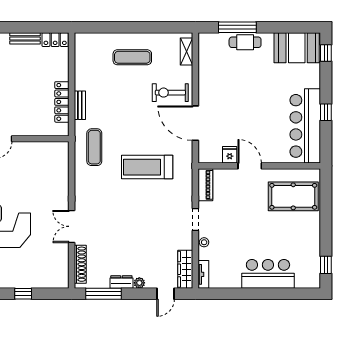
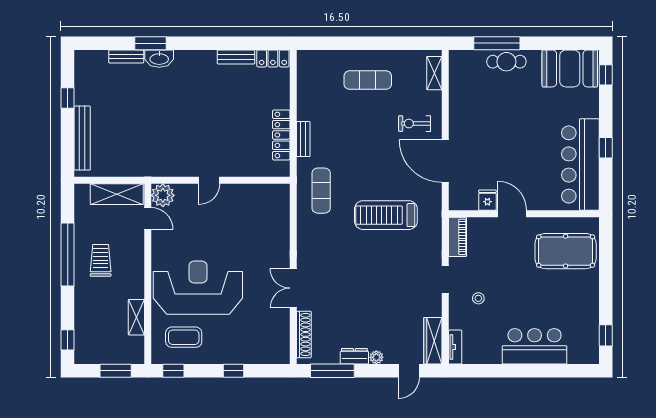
exercise bike: (170, 93) -> (415, 124), width x0.73, depth x0.72
stool: (204, 242) -> (478, 298), moved

